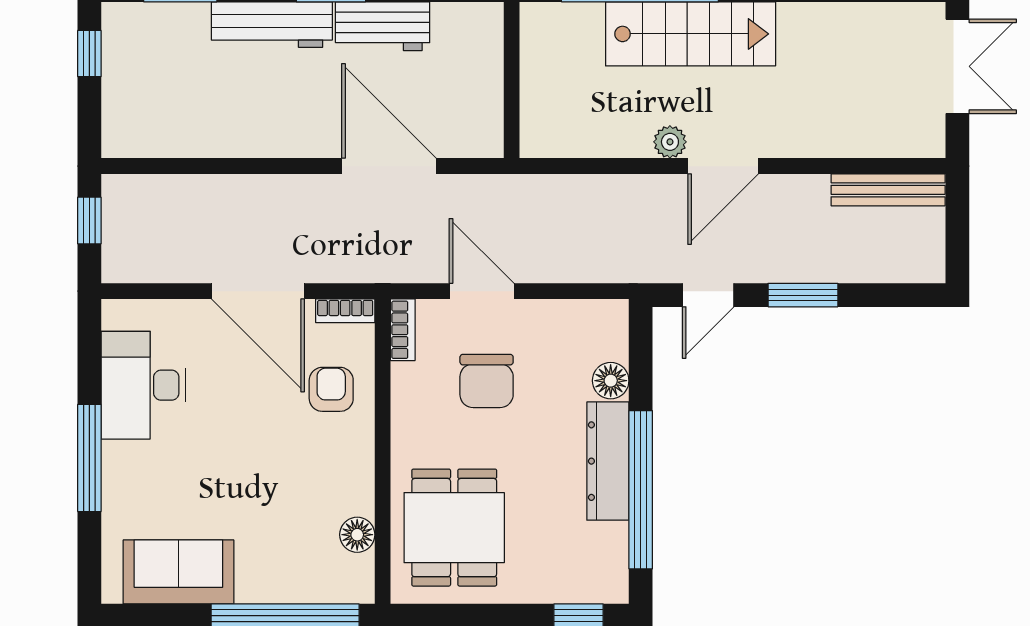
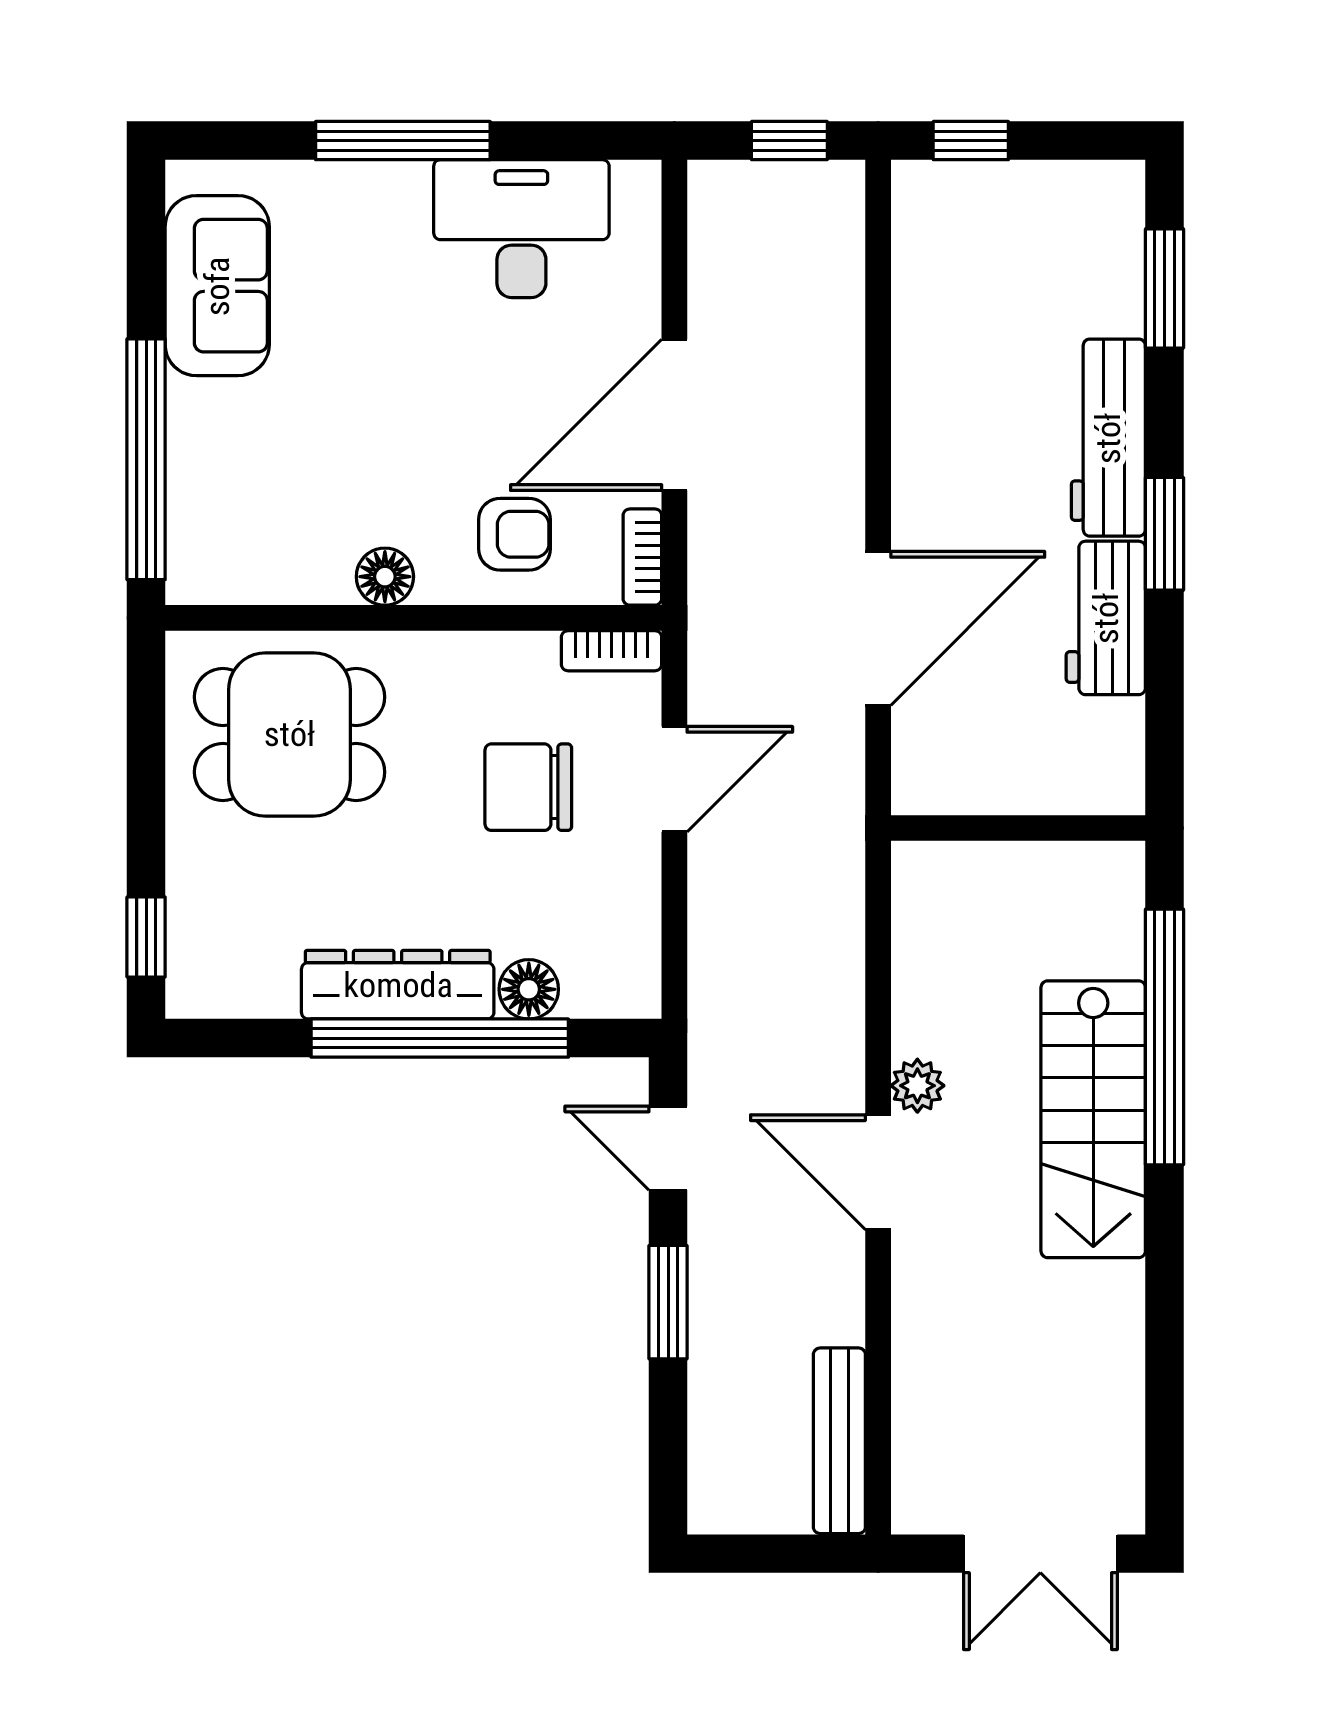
window: (89, 54) -> (971, 141), moved
window: (641, 490) -> (440, 1038), moved
floor lamp: (357, 535) -> (385, 577), moved

